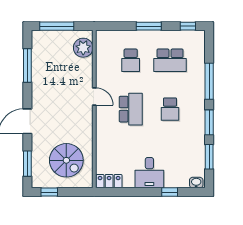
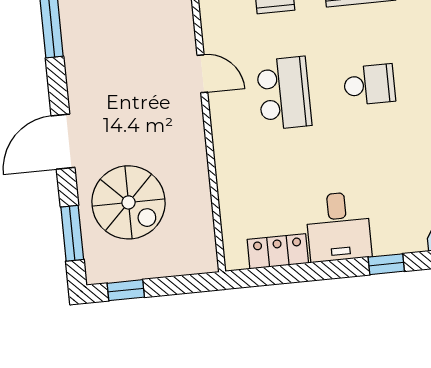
school desk: (170, 109) -> (369, 85), turned -90
spiral stairs: (66, 160) -> (129, 202), moved
locker: (109, 181) -> (278, 251), moved

